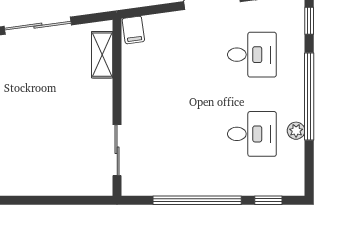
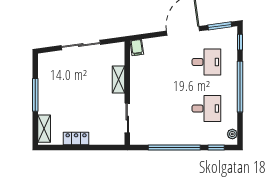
shelving: (102, 55) -> (119, 79), moved
plant: (296, 131) -> (232, 134), moved
locker: (30, 185) -> (76, 138), added

